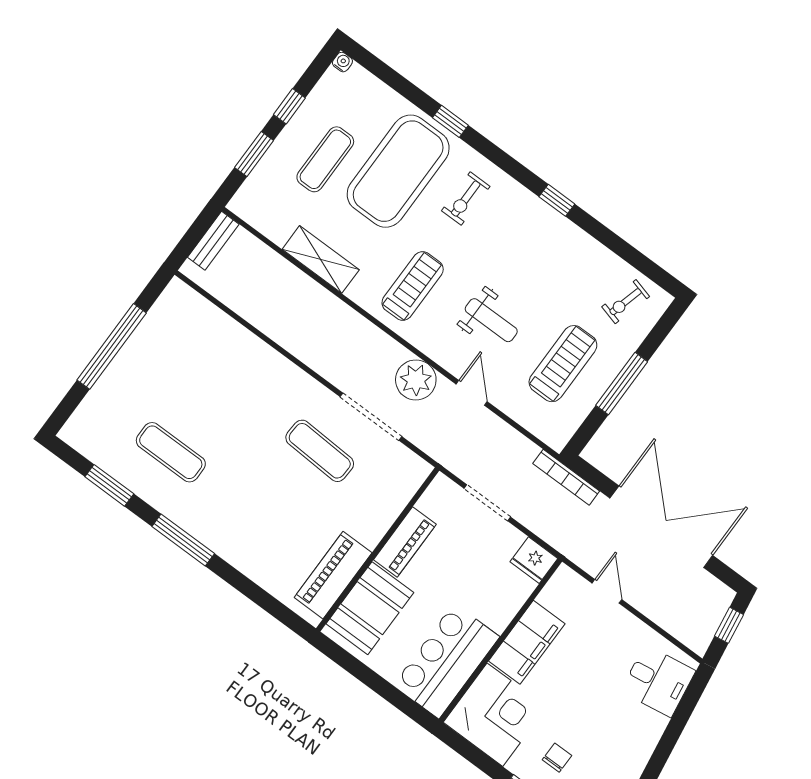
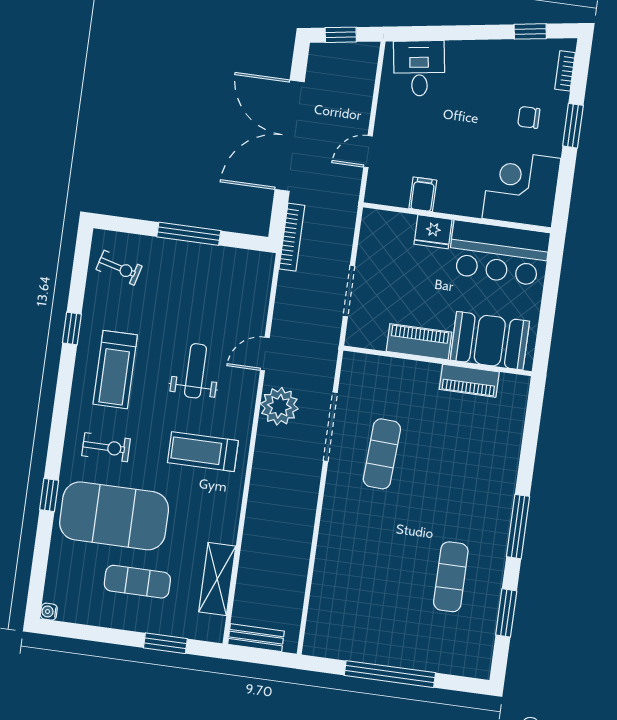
window: (289, 106) -> (110, 636), removed
window: (557, 200) -> (72, 329), moved
shelving: (321, 259) -> (217, 579), moved
treadmill: (563, 364) -> (115, 370), moved, turned -90
fridge: (534, 560) -> (433, 232), moved, turned 90
piano: (333, 575) -> (469, 381), width x0.73, depth x0.75
filing cabinet: (527, 642) -> (423, 194), width x0.33, depth x0.86

